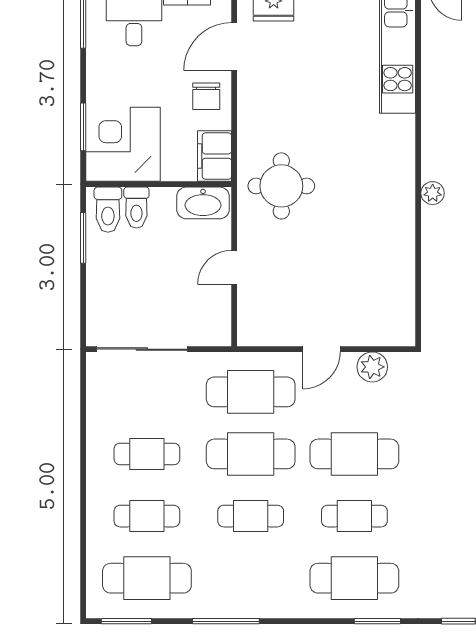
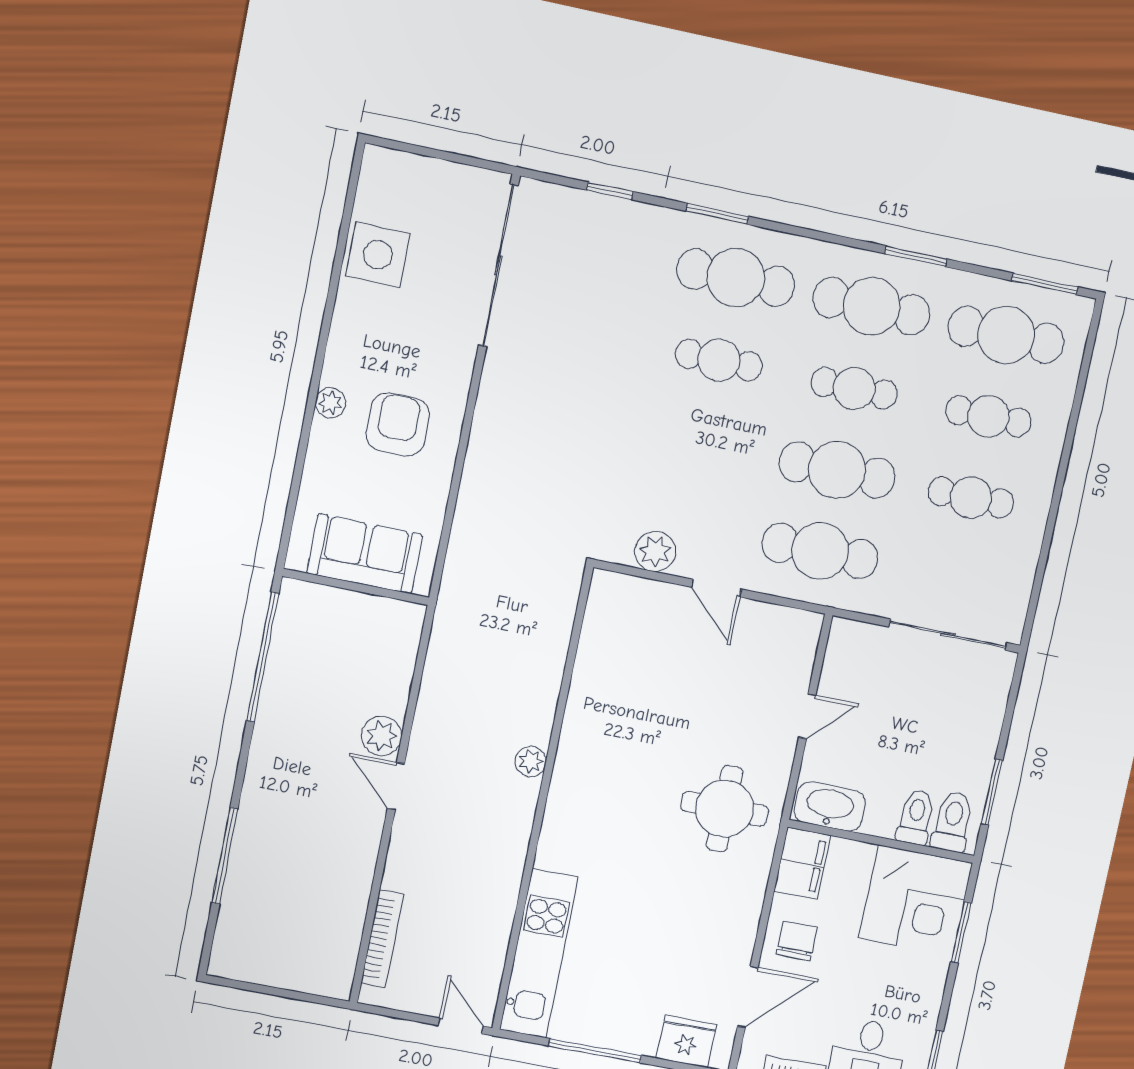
door: (321, 349) -> (716, 588), swing flipped
cafe table: (354, 454) -> (872, 306), moved
window: (226, 621) -> (916, 256), width x0.69

